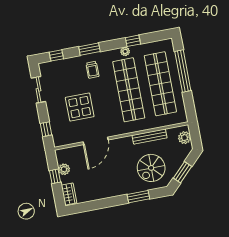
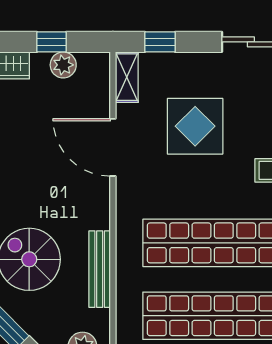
shelving: (64, 141) -> (127, 77), added

